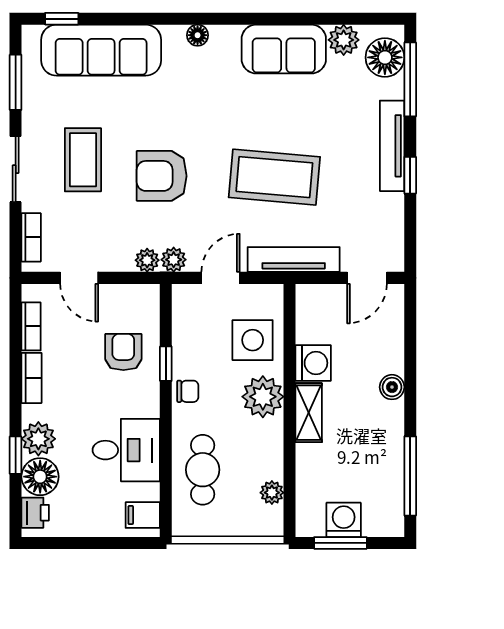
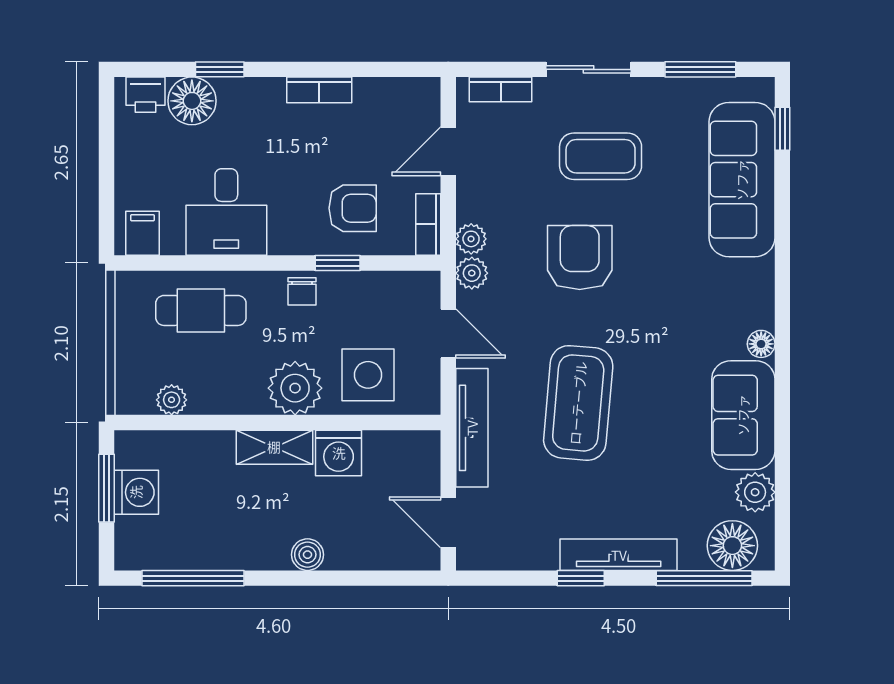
floor lamp: (198, 35) -> (761, 344), moved
bookcase: (31, 326) -> (428, 224), moved, turned 90
plant: (38, 439) -> (241, 99), removed

